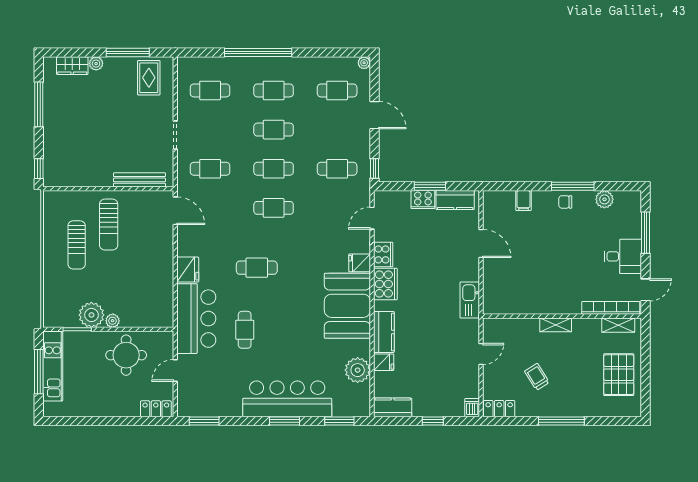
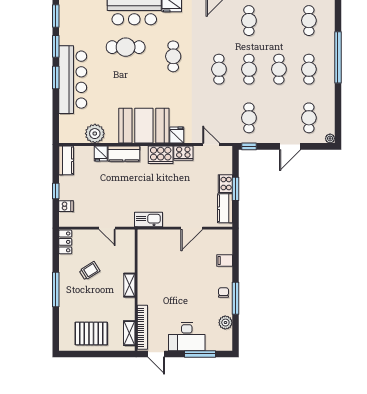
desk: (623, 256) -> (187, 337), width x1.37
cafe table: (245, 330) -> (126, 47), width x1.37, depth x1.35
dishwasher: (472, 408) -> (66, 206), moved
window: (339, 421) -> (56, 46), moved

